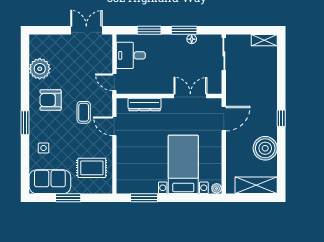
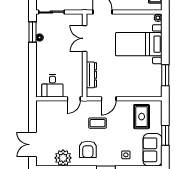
double door: (86, 30) -> (33, 145), moved
window: (149, 30) -> (33, 71), removed
window: (184, 30) -> (33, 32), moved

